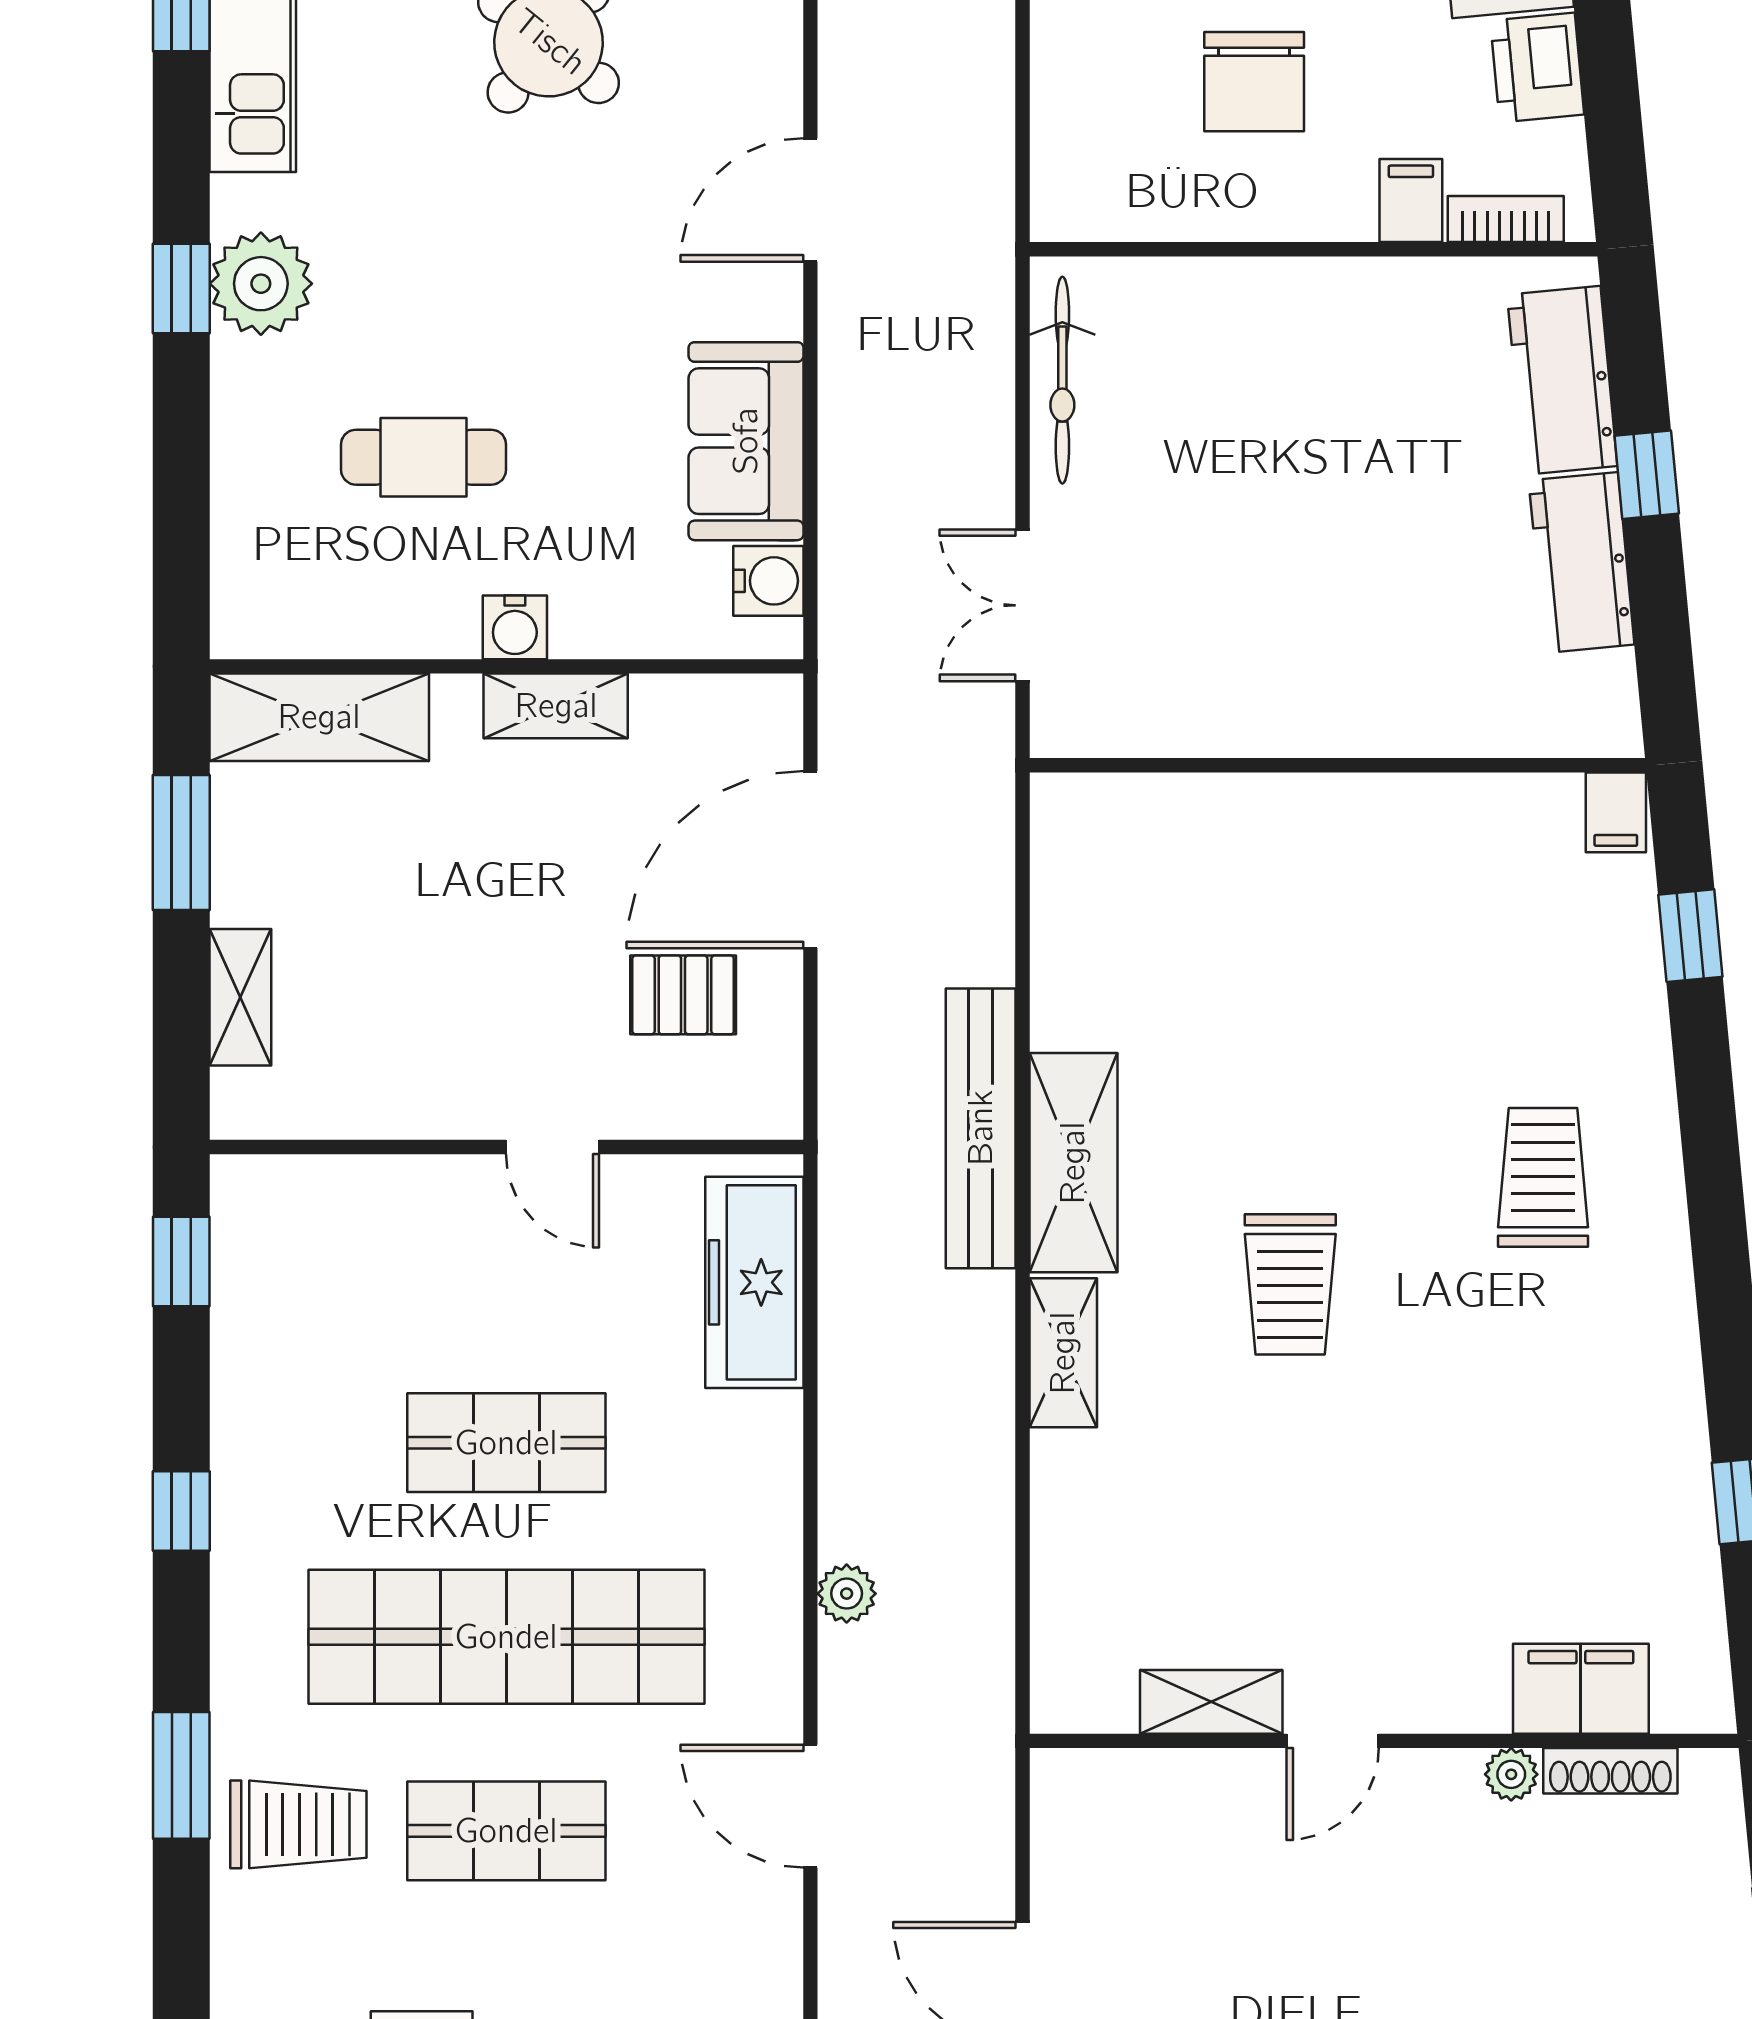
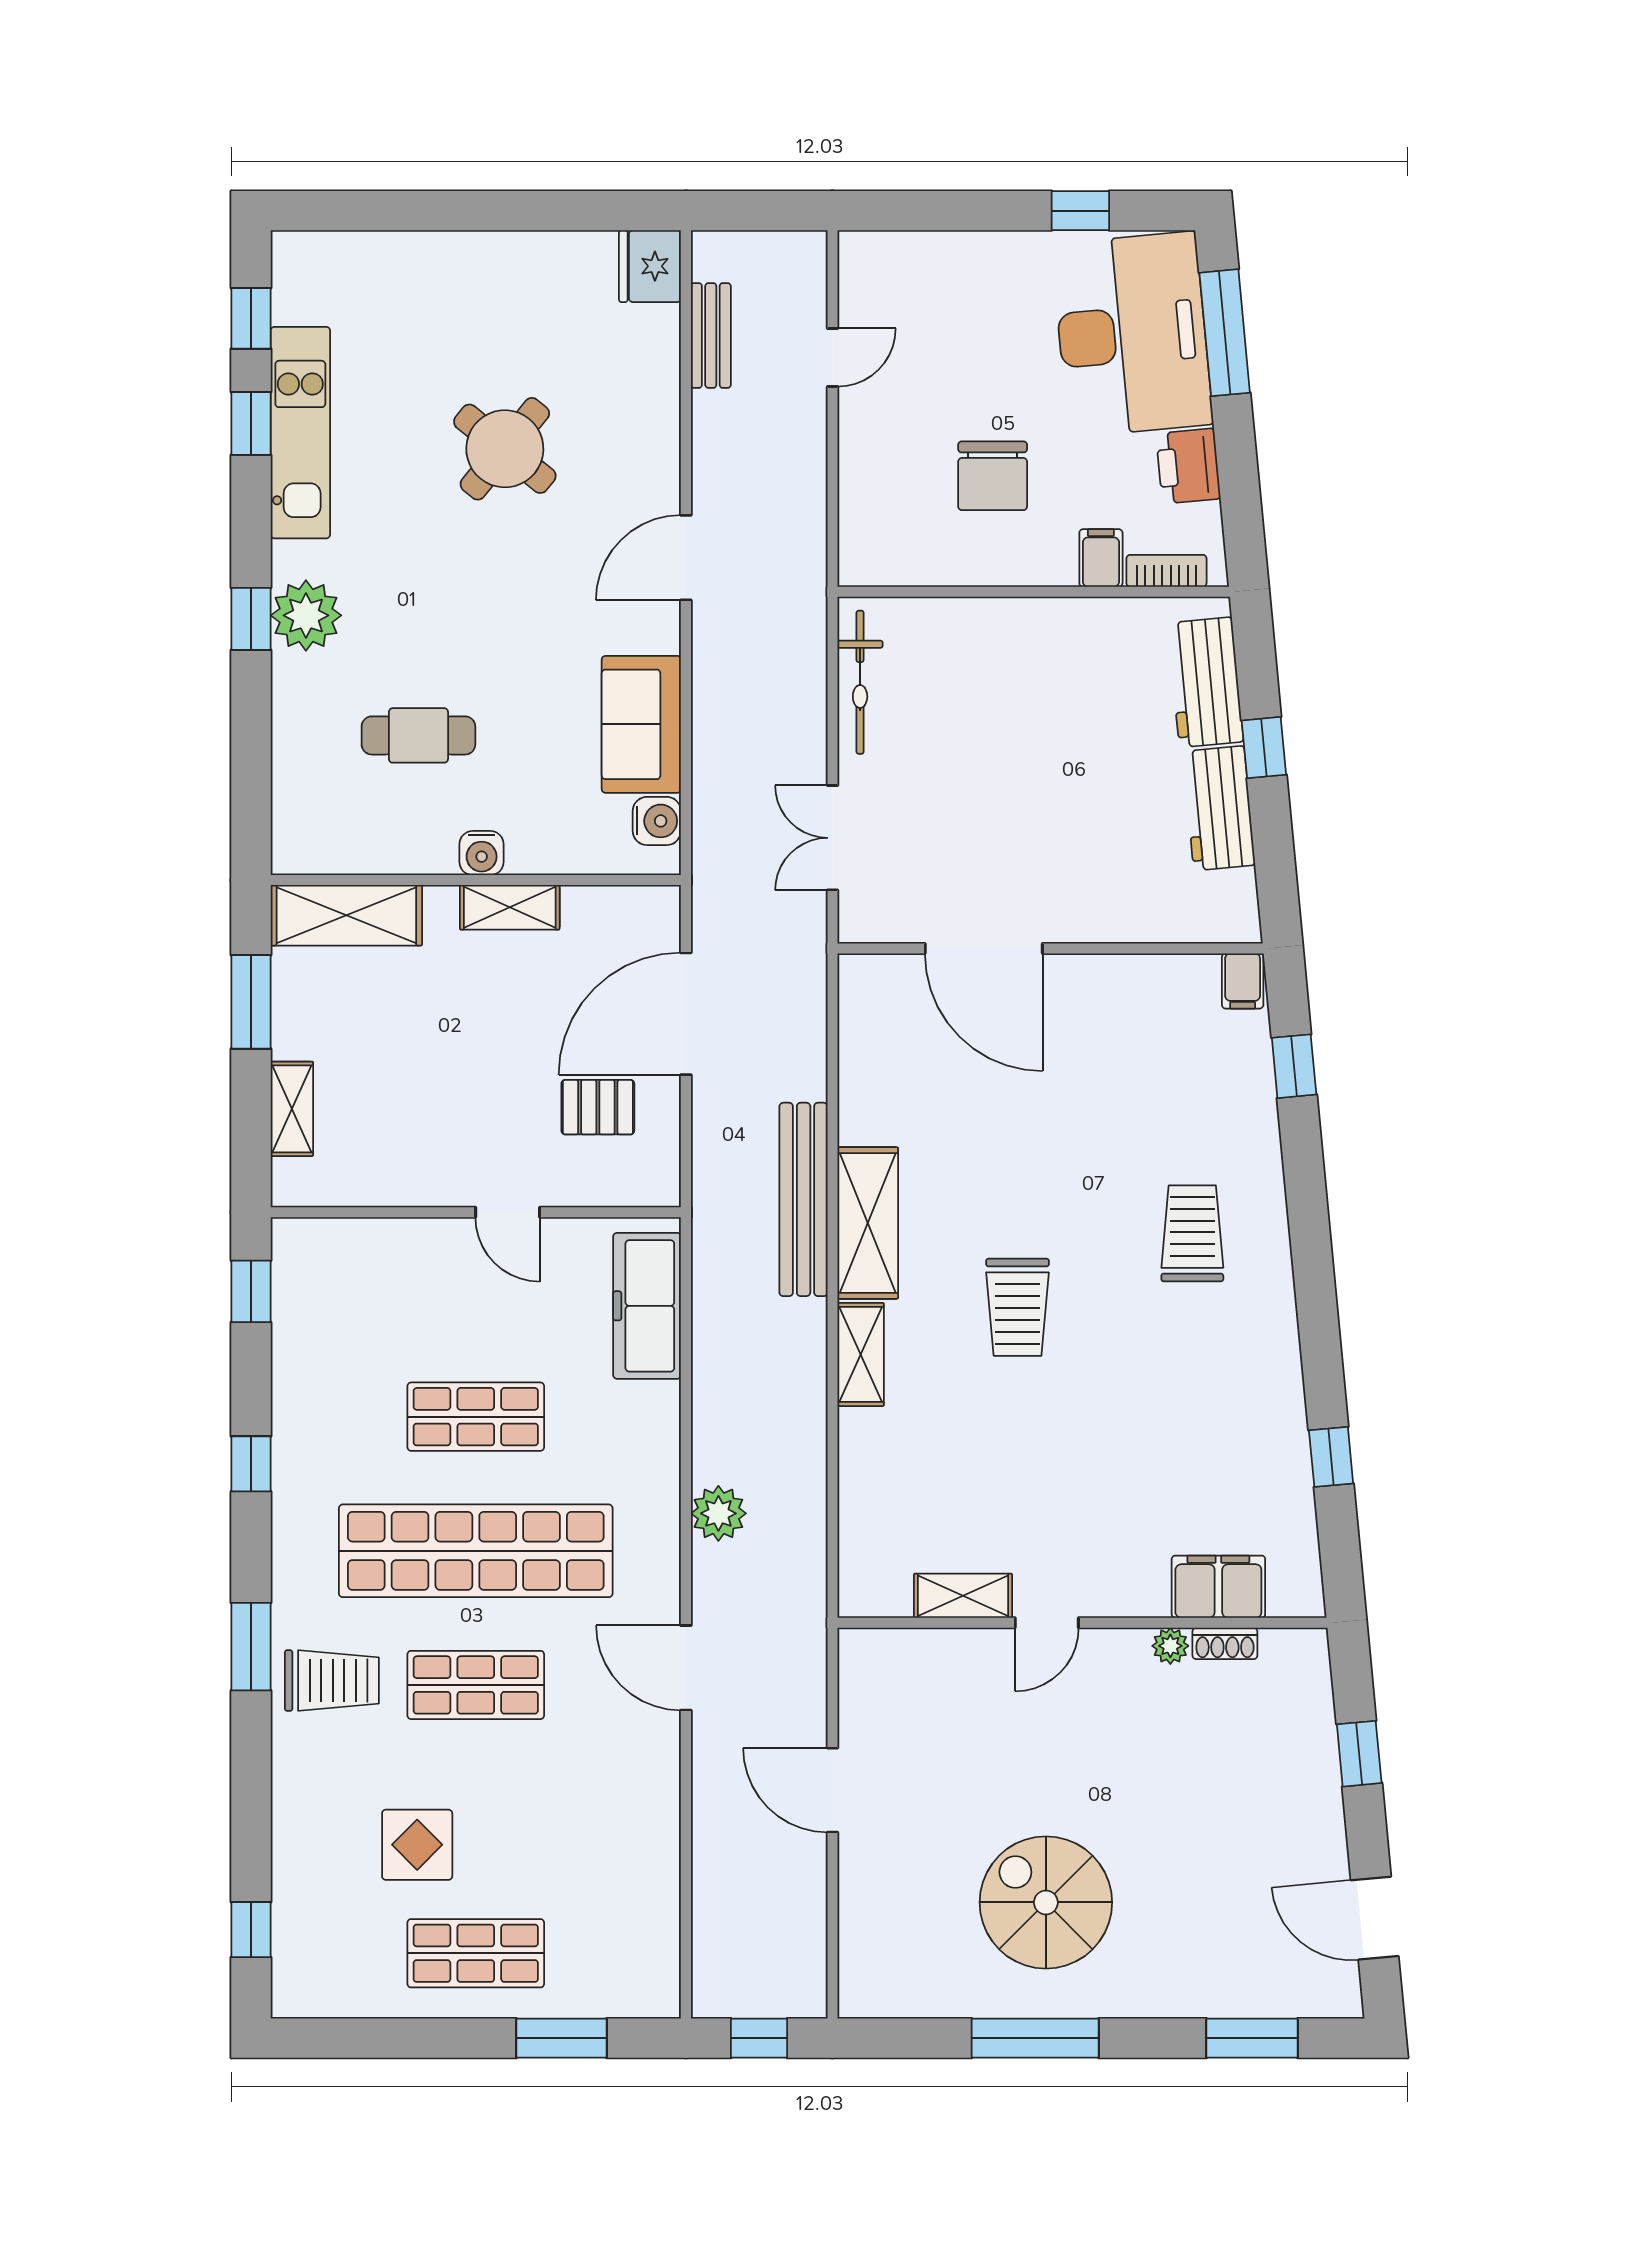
door: (1241, 765) -> (984, 948), added
plant: (847, 1594) -> (718, 1513), width x1.38, depth x1.38
shoe rack: (1610, 1771) -> (1225, 1643), width x0.70

